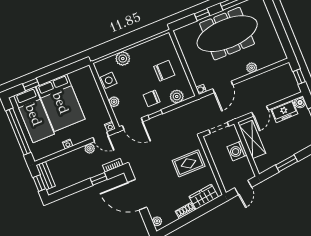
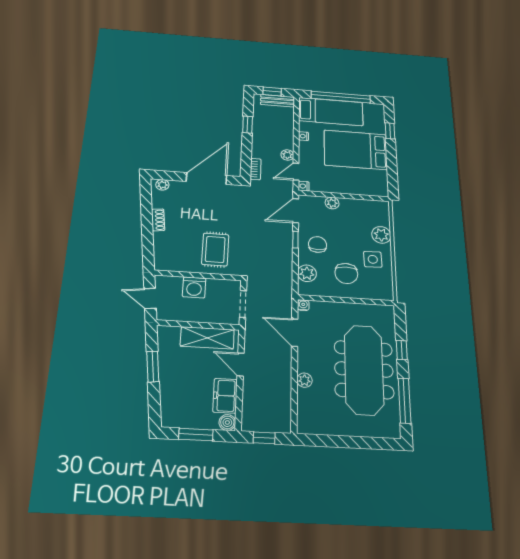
side table: (109, 80) -> (373, 259), moved
bed: (34, 115) -> (331, 112), moved, turned 180
washing machine: (237, 151) -> (194, 287), moved, turned 180
window: (99, 179) -> (248, 125), moved
wardrobe: (204, 197) -> (164, 248), removed

